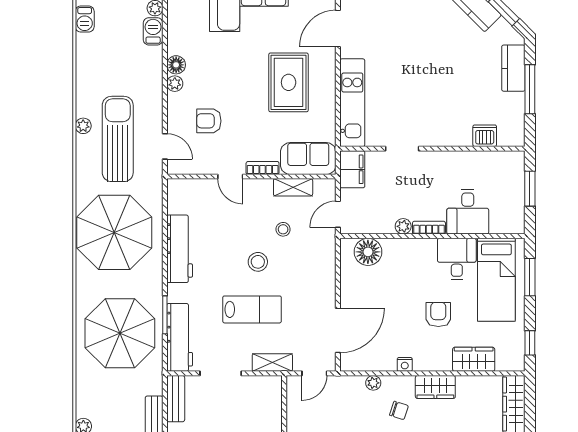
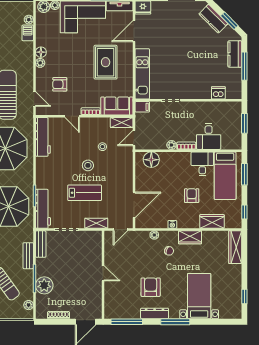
filing cabinet: (352, 169) -> (142, 107), width x0.50
shelving: (293, 187) -> (122, 123), moved
workbench: (180, 249) -> (43, 137), moved

